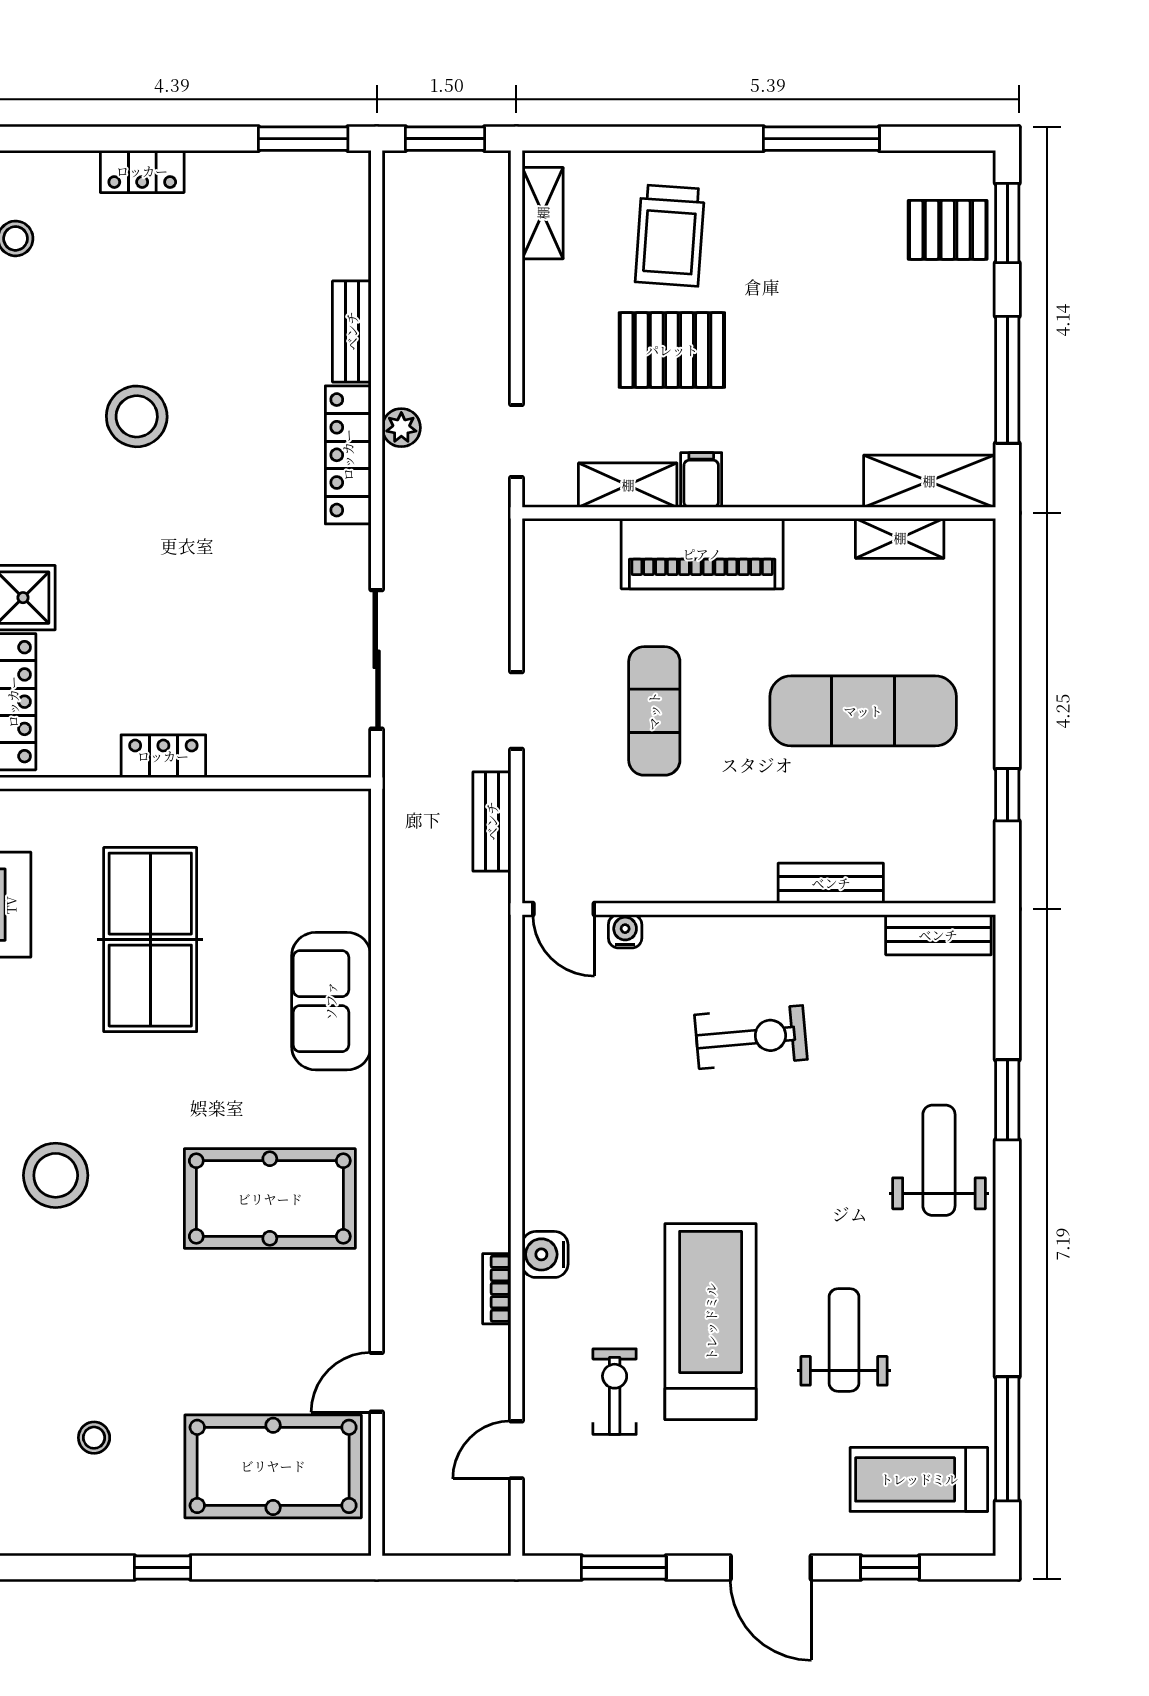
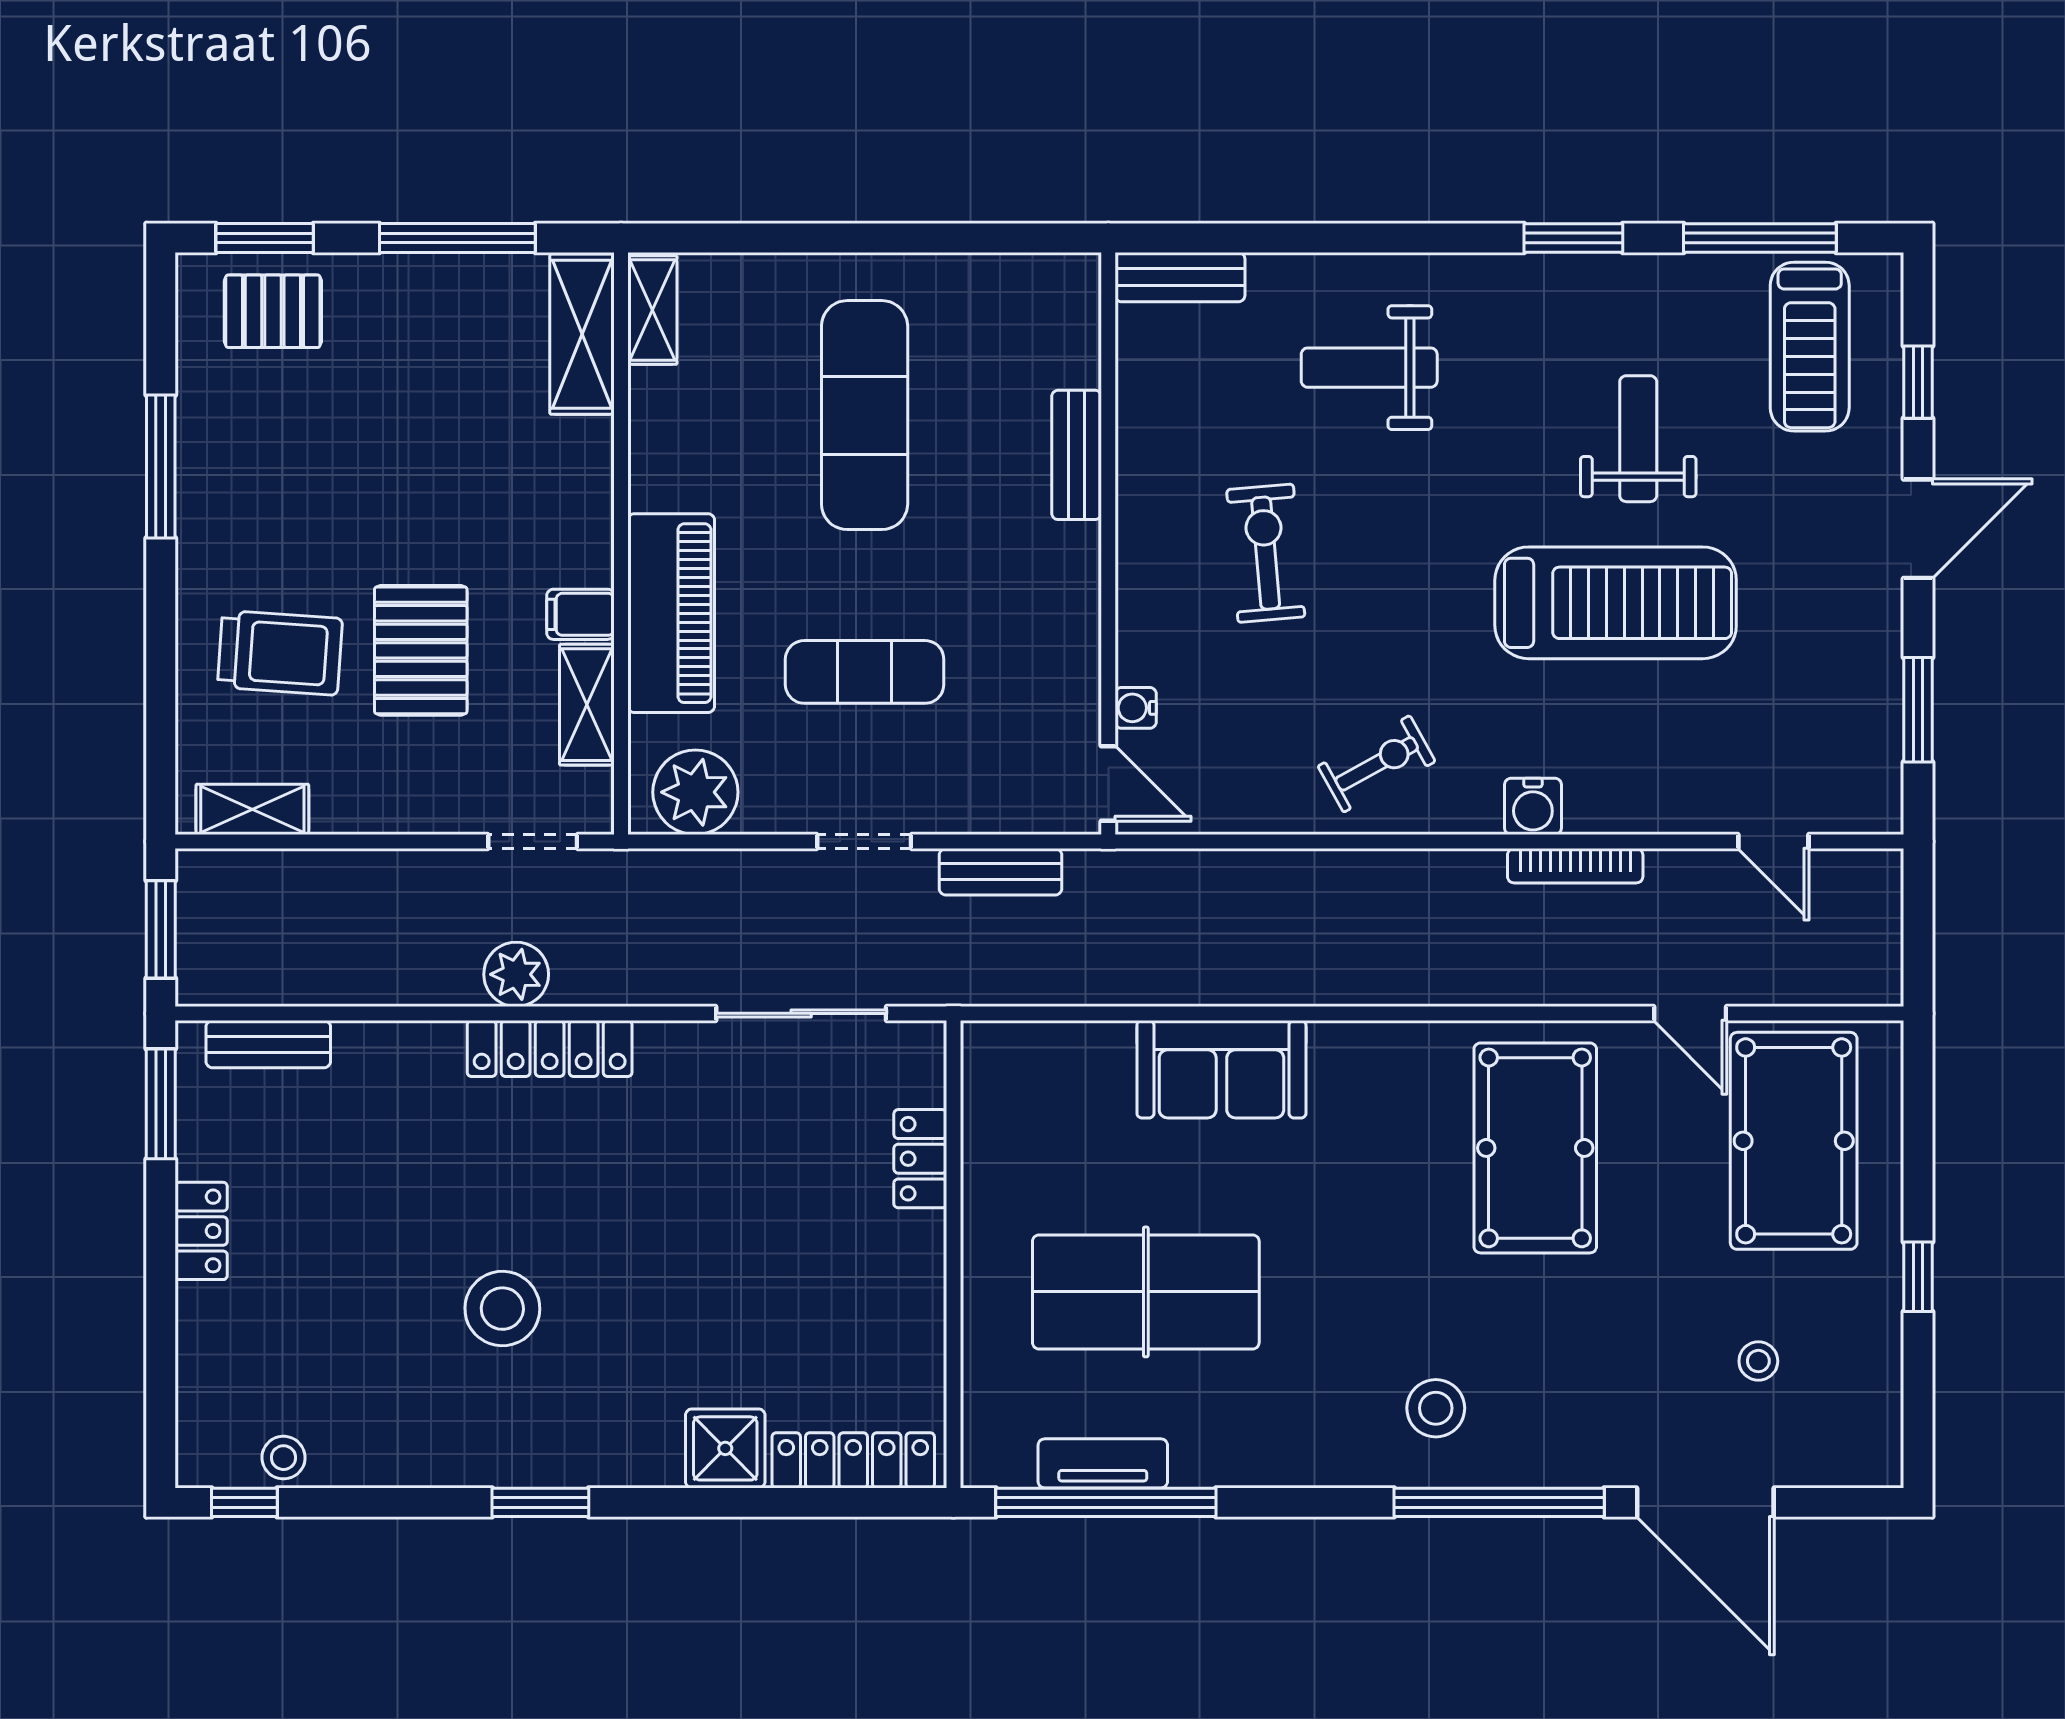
locker: (142, 171) -> (201, 1231), moved
pallet: (948, 230) -> (273, 311), turned 90
bench: (352, 331) -> (268, 1044), moved
plant: (401, 428) -> (516, 974), width x1.38, depth x1.38
shelving: (900, 538) -> (652, 310), moved
plant: (557, 573) -> (695, 792), added
locker: (163, 756) -> (920, 1159), moved
window: (1007, 795) -> (968, 238), removed
door: (564, 909) -> (1108, 784), hinge flipped
bench: (938, 935) -> (1180, 277), moved, turned 90
window: (1007, 1100) -> (1573, 238), moved
weight bench: (939, 1160) -> (1369, 368), moved
stool: (56, 1175) -> (1436, 1408), width x0.73, depth x0.73
pool table: (270, 1199) -> (1535, 1148), moved
bookcase: (497, 1289) -> (1575, 866), width x1.56
treadmill: (711, 1322) -> (1616, 603), turned 180
weight bench: (844, 1340) -> (1638, 439), turned 90
exercise bike: (615, 1392) -> (1377, 764), moved, turned 151

